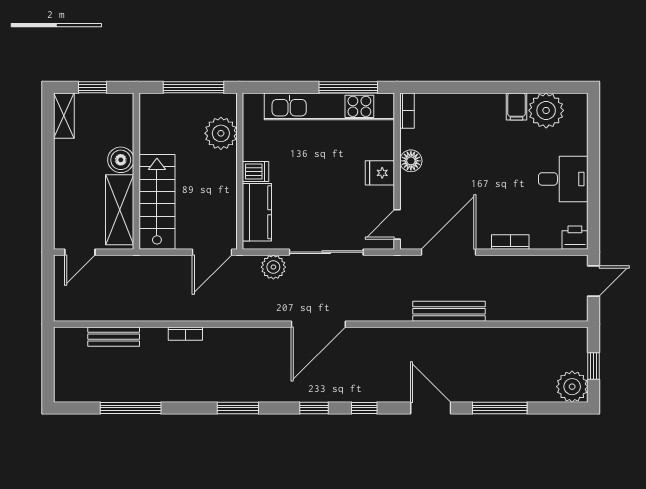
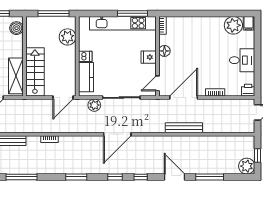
filing cabinet: (517, 107) -> (248, 23), moved
boiler: (121, 160) -> (16, 28), moved

